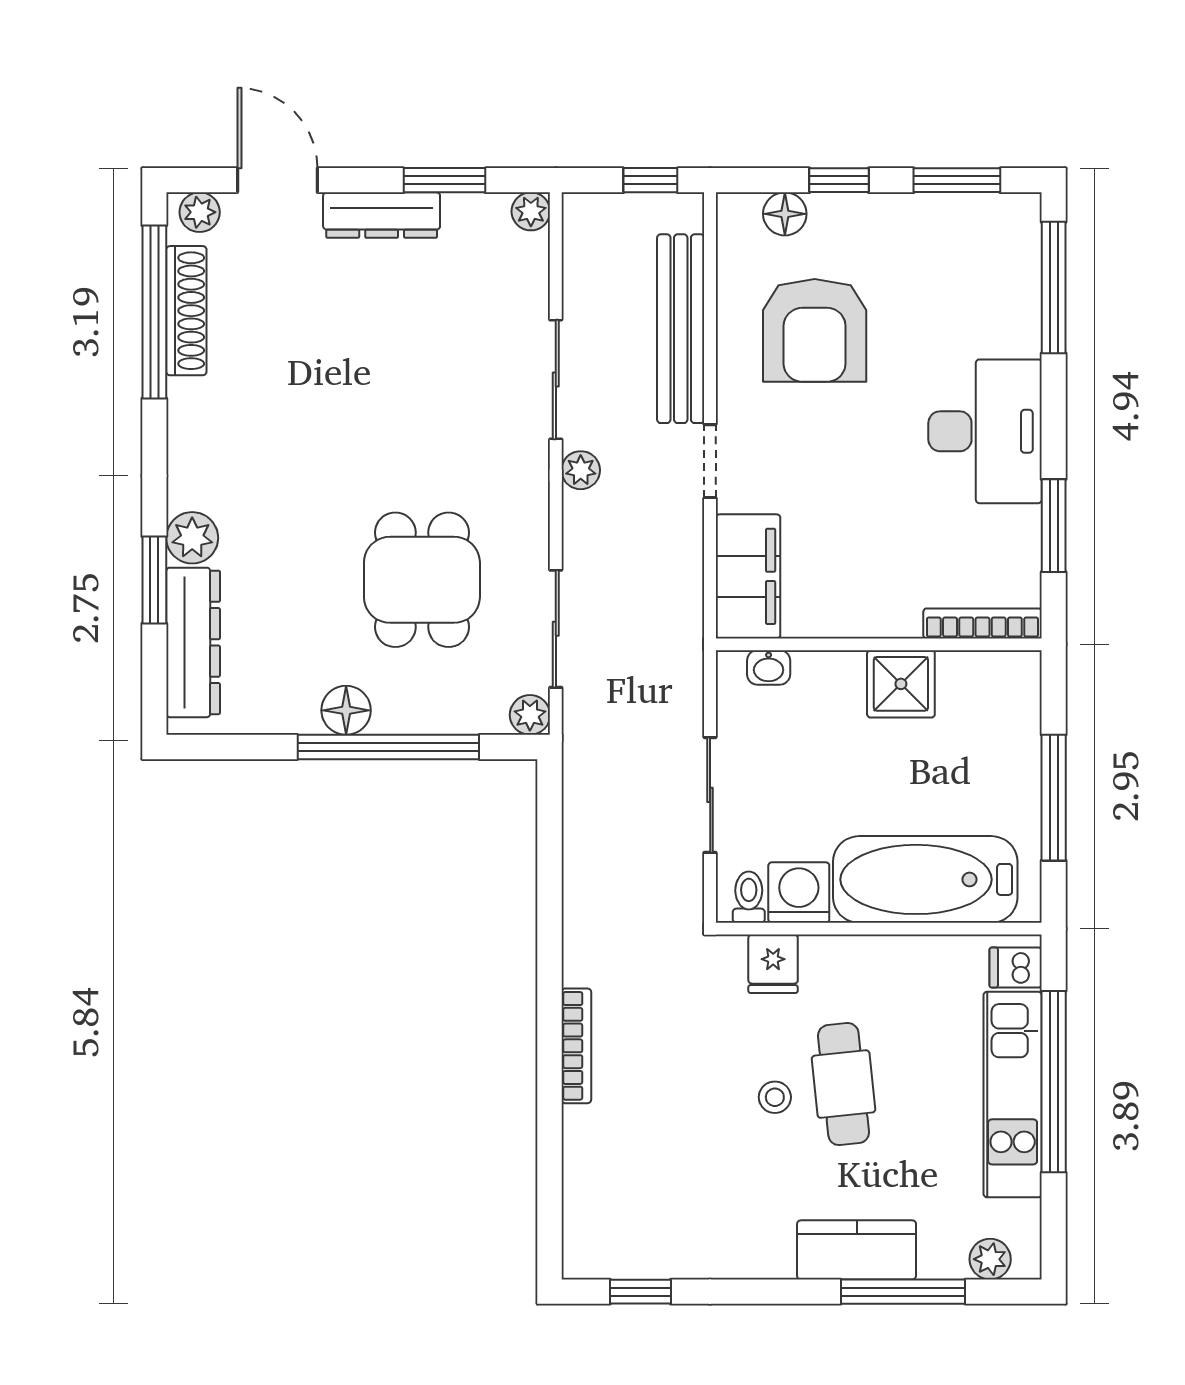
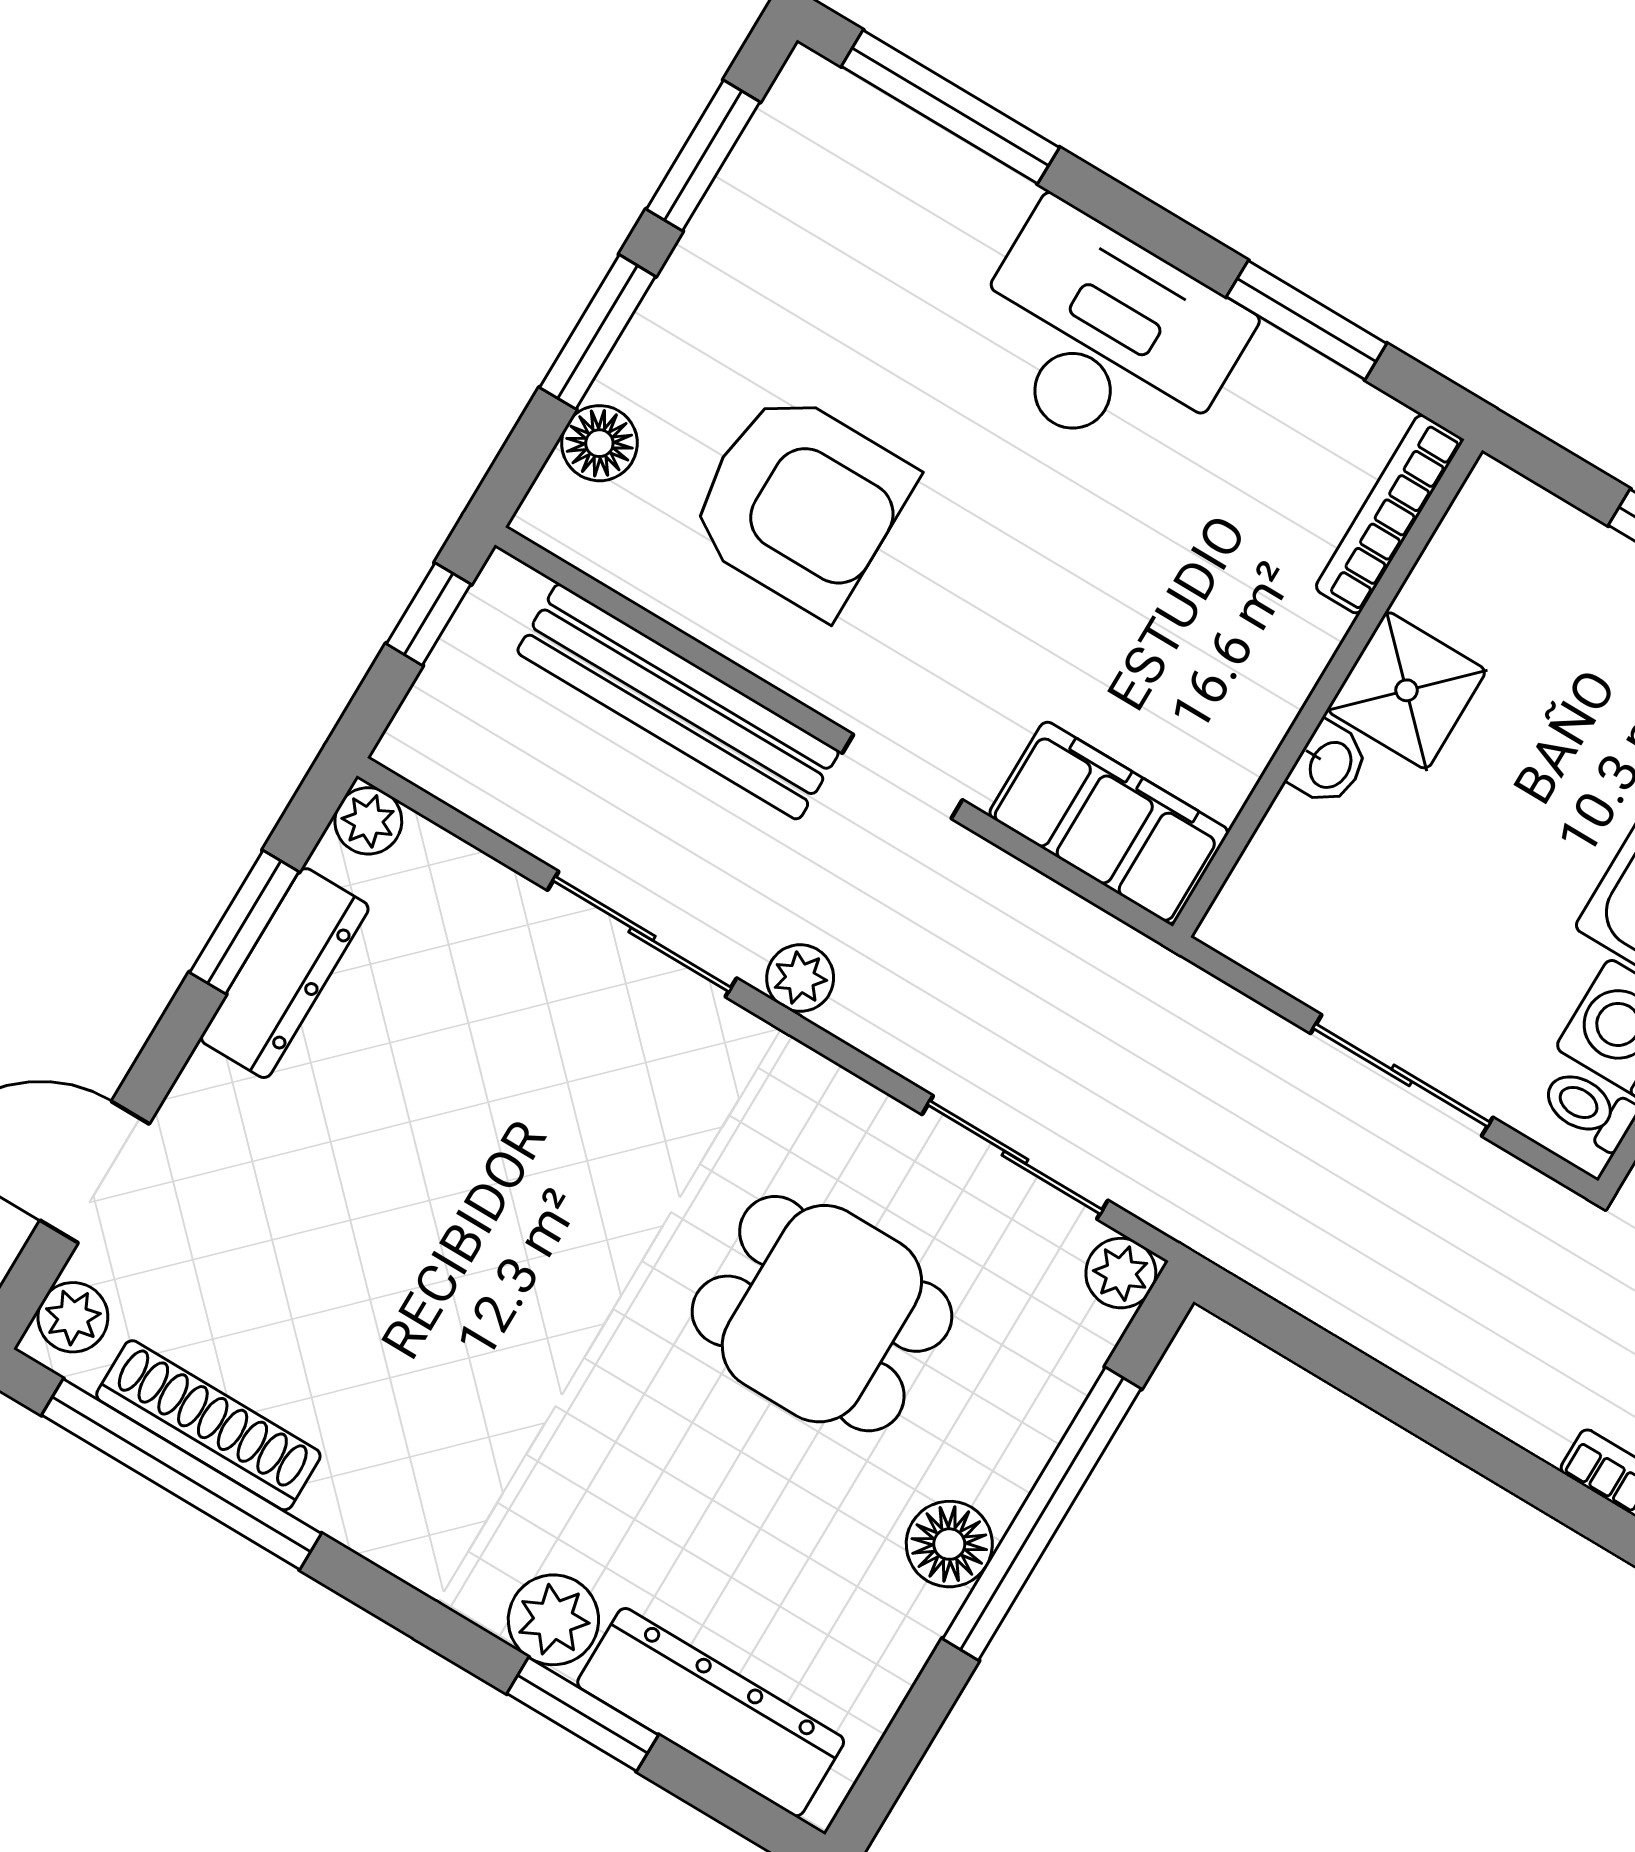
window: (839, 180) -> (598, 332), width x1.50
dresser: (382, 215) -> (285, 973), moved
washbasin: (769, 667) -> (1329, 764), moved

